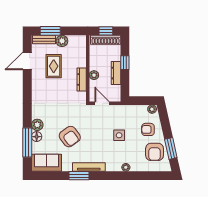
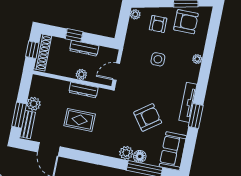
rug: (54, 66) -> (80, 120), moved

